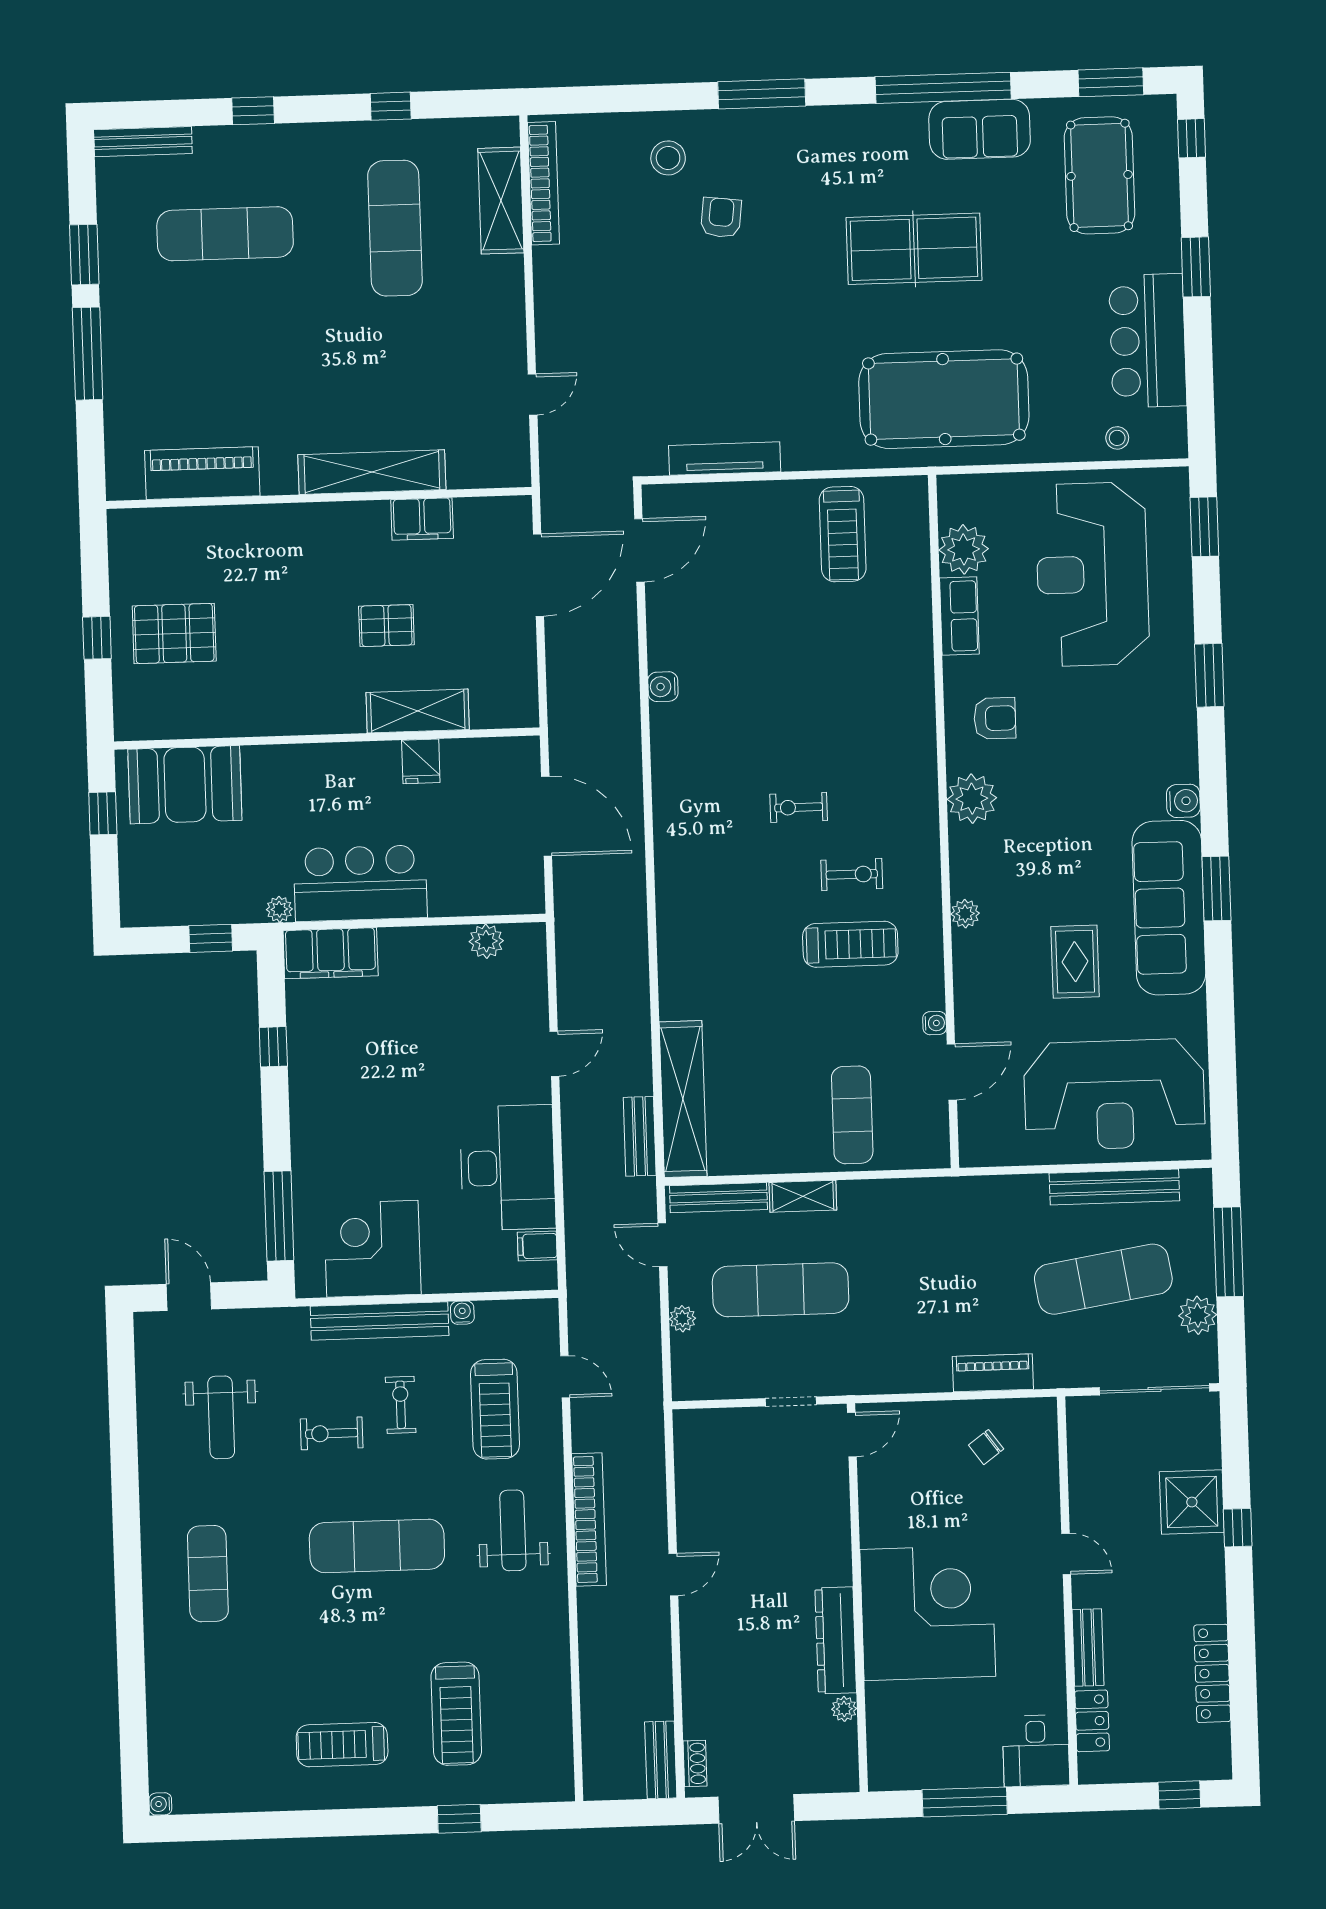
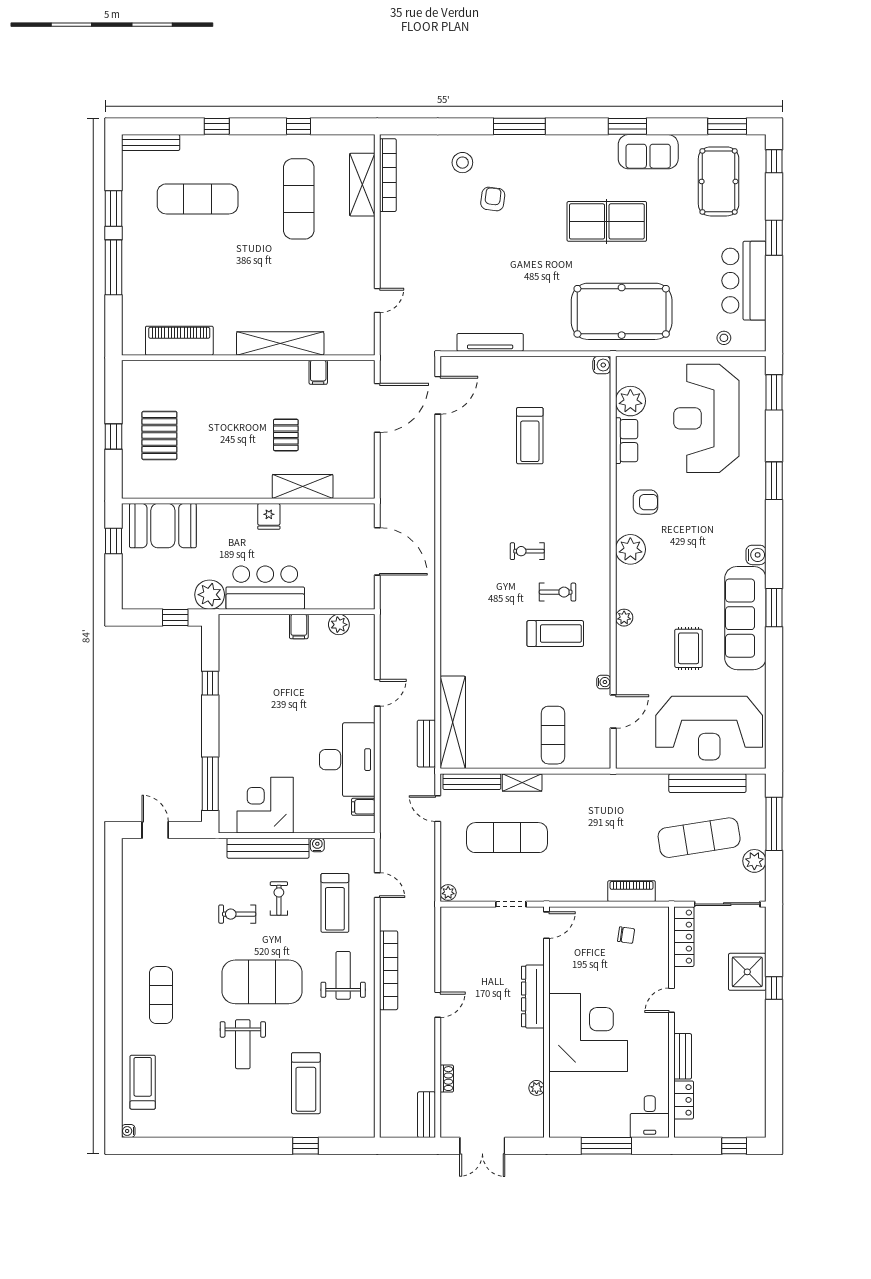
window: (943, 88) -> (627, 126), width x0.47
filing cabinet: (422, 519) -> (318, 372), width x0.50
treadmill: (843, 534) -> (530, 436), moved
pallet: (386, 626) -> (286, 435), turned 90
pallet: (174, 633) -> (159, 435), turned 90
water cooler: (663, 687) -> (602, 365), moved, turned 180
fridge: (421, 761) -> (269, 516), moved
plant: (279, 909) -> (210, 595), width x1.87, depth x1.87
filing cabinet: (331, 953) -> (299, 627), moved, width x0.33, depth x0.86
plant: (682, 1319) -> (448, 893), moved
weight bench: (221, 1417) -> (243, 1044), moved
chair: (986, 1447) -> (626, 935), turned -136
exercise mat: (377, 1546) -> (262, 982), width x1.47
door: (1066, 1554) -> (672, 1000), swing flipped
dresser: (836, 1640) -> (533, 996), moved
locker: (1212, 1673) -> (684, 937), moved, turned 180
treadmill: (342, 1745) -> (143, 1082), moved, turned 90
shoe rack: (695, 1763) -> (447, 1079), moved

